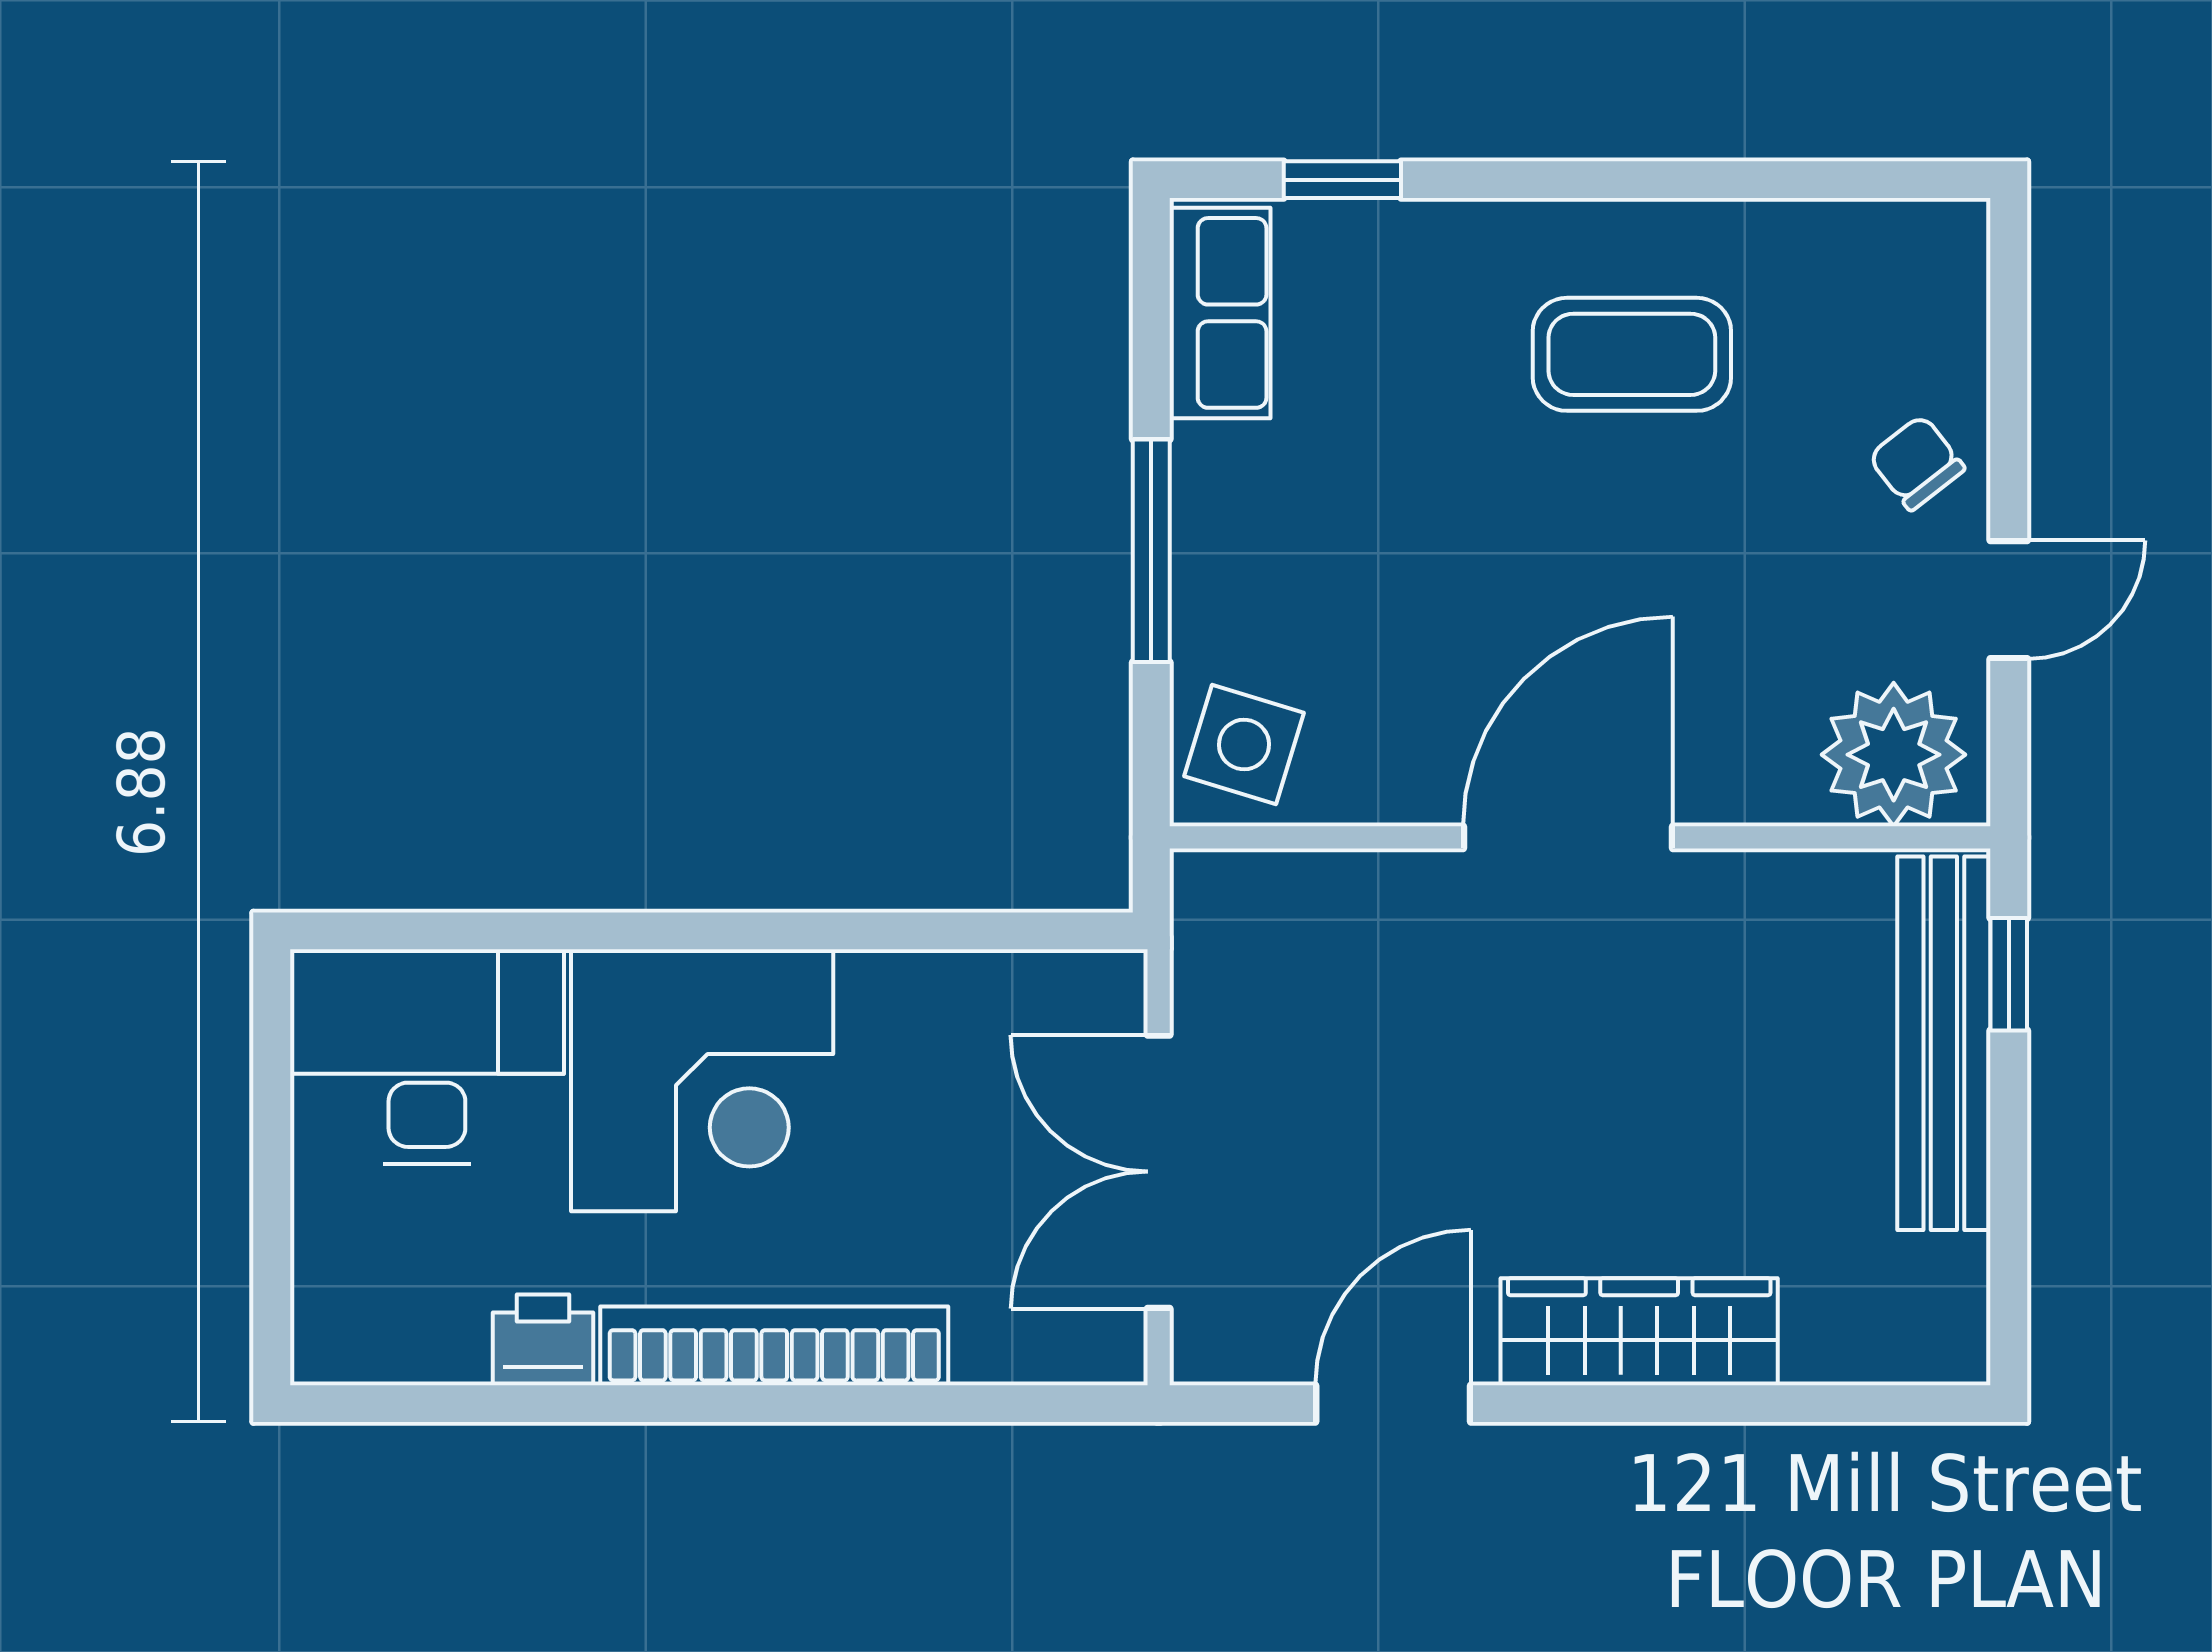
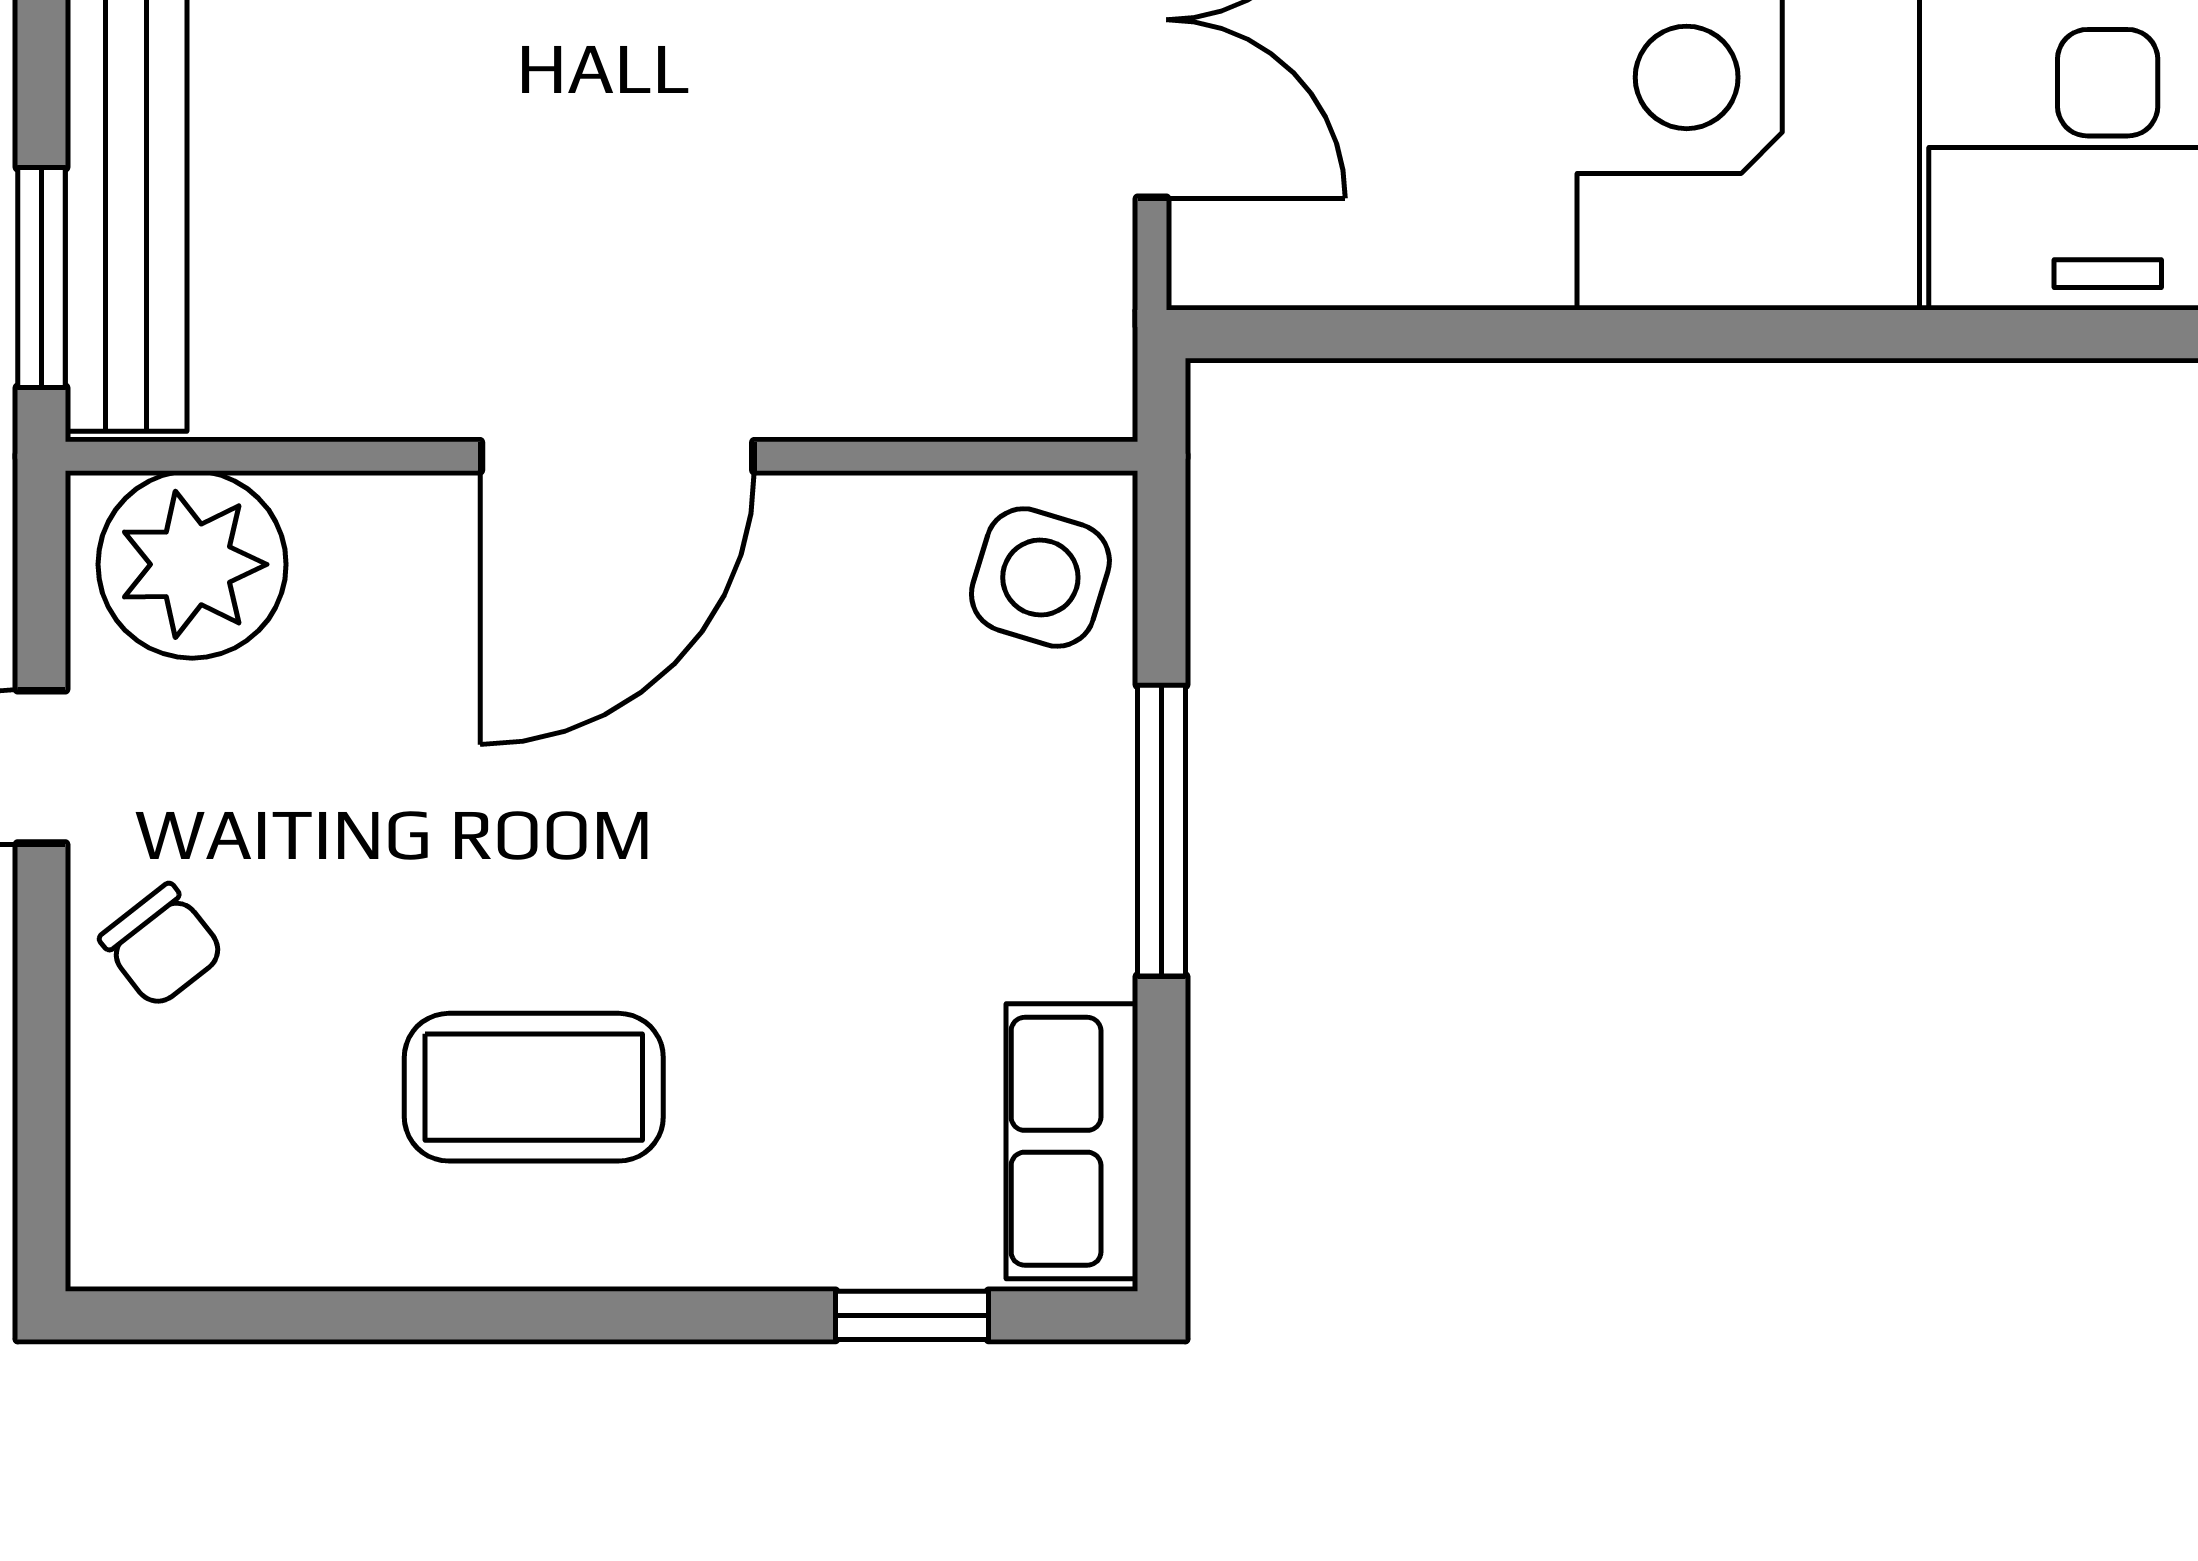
window: (2009, 974) -> (42, 277), width x1.50

